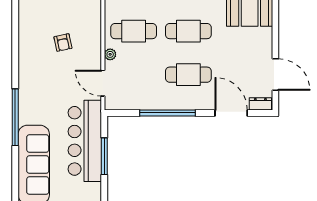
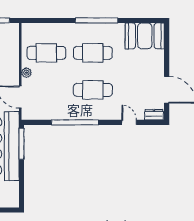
door: (231, 113) -> (129, 122), width x0.53
window: (104, 156) -> (21, 144), moved

